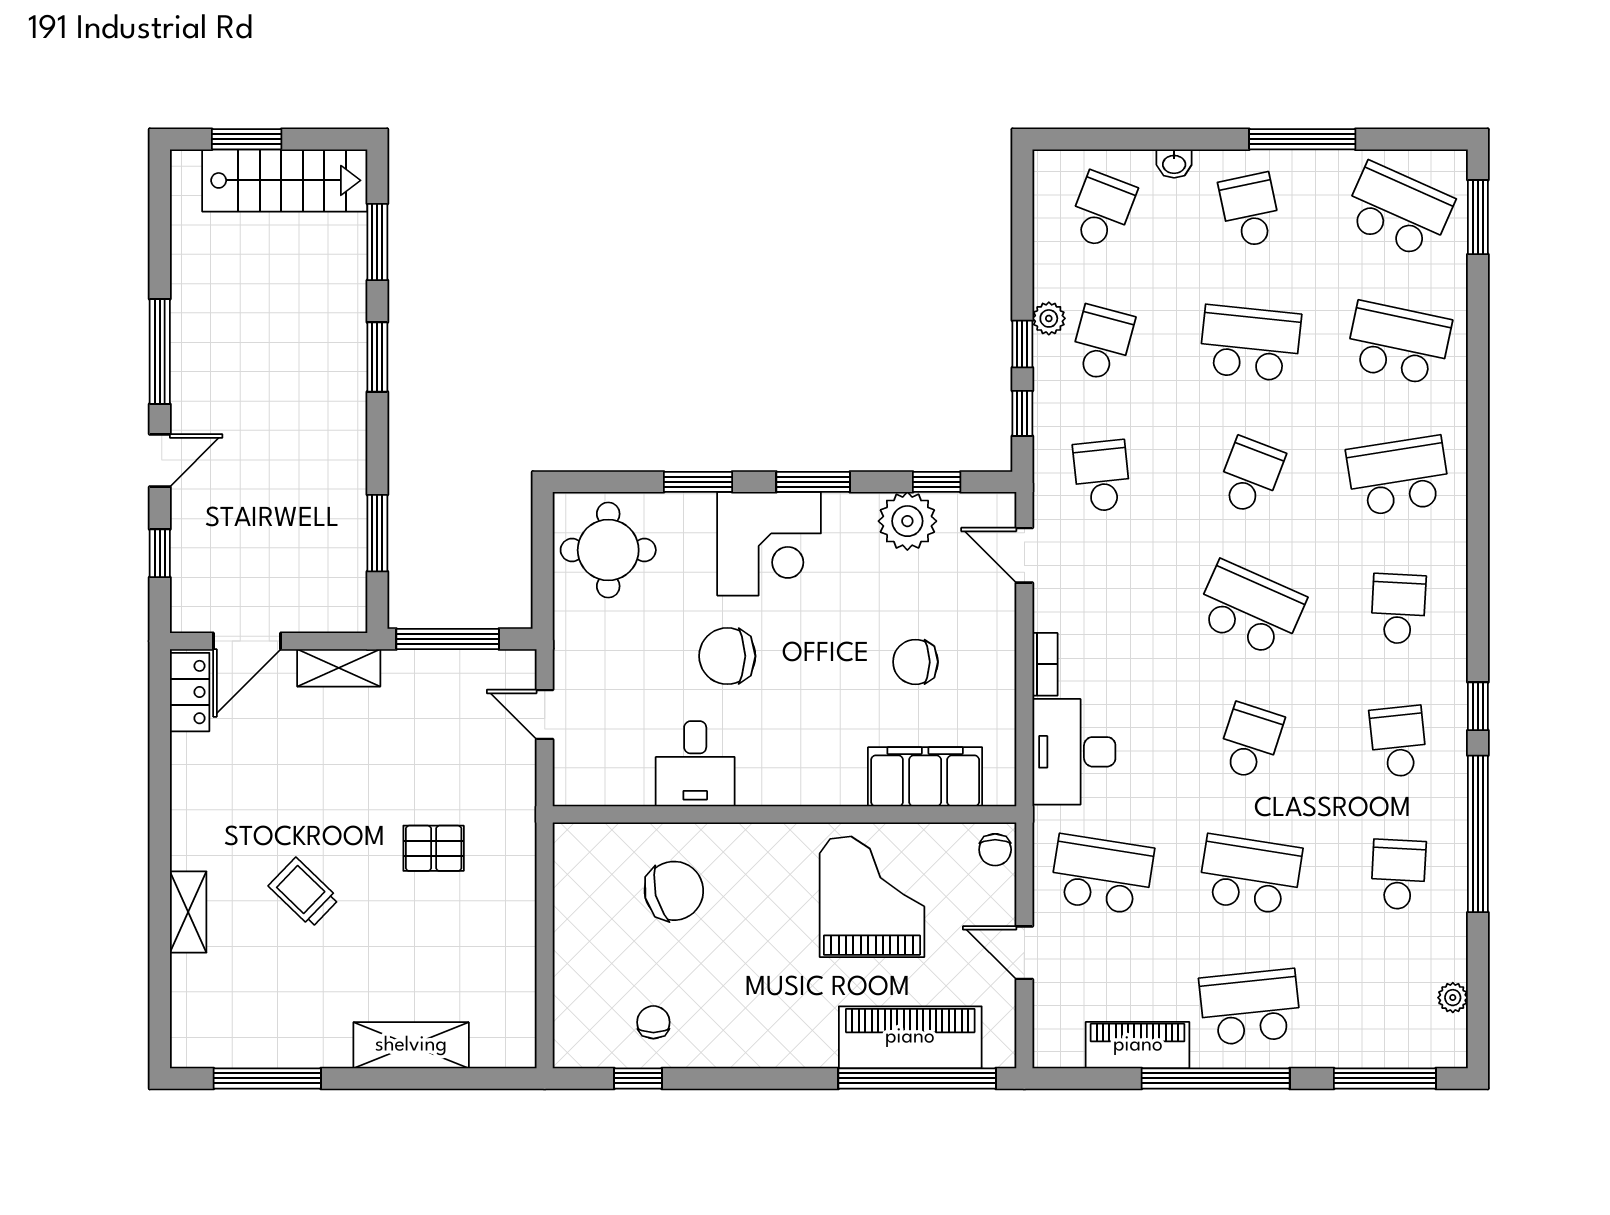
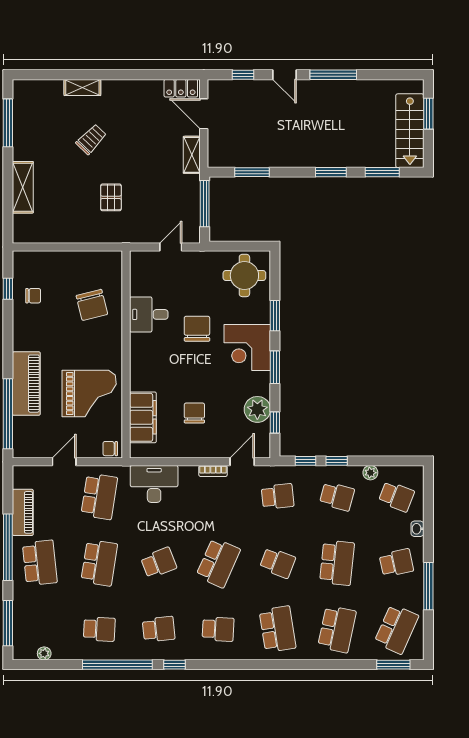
plant: (1049, 318) -> (370, 473), moved
bookcase: (1045, 664) -> (213, 471), moved
school desk: (1250, 742) -> (159, 563), turned -39
piano: (910, 1037) -> (26, 384), moved

